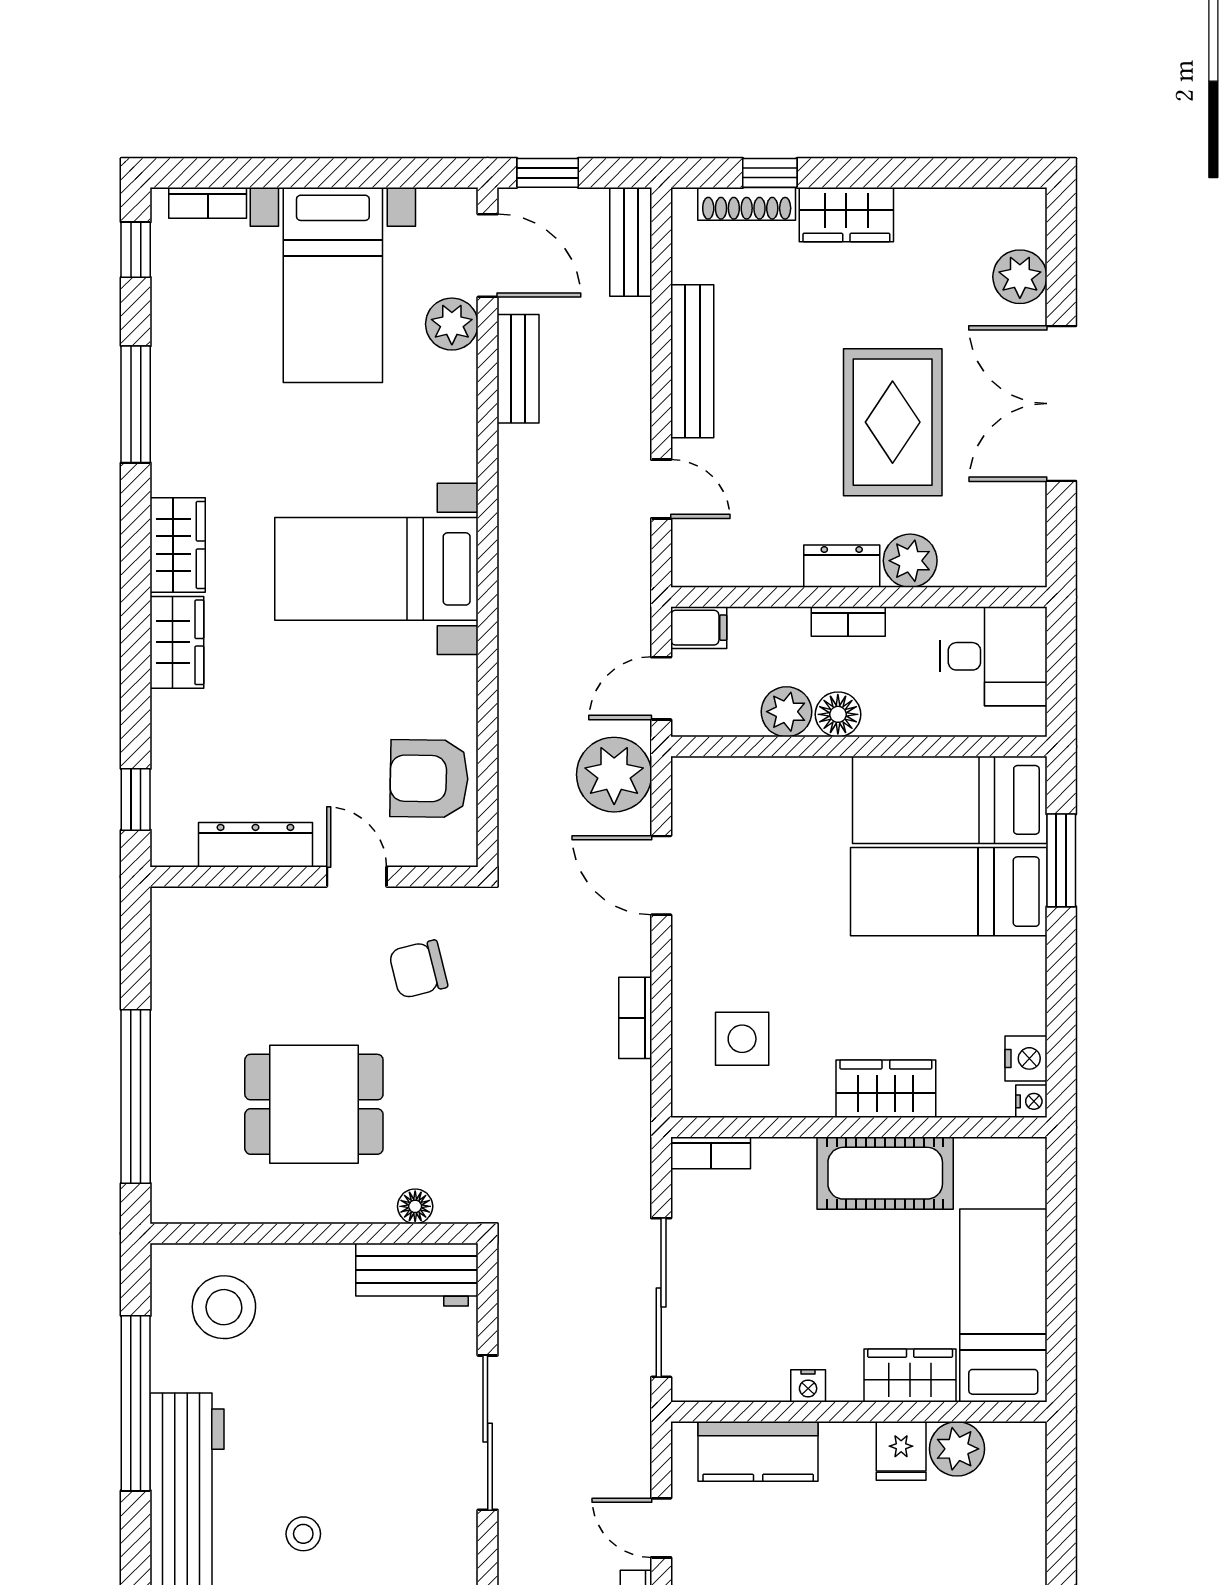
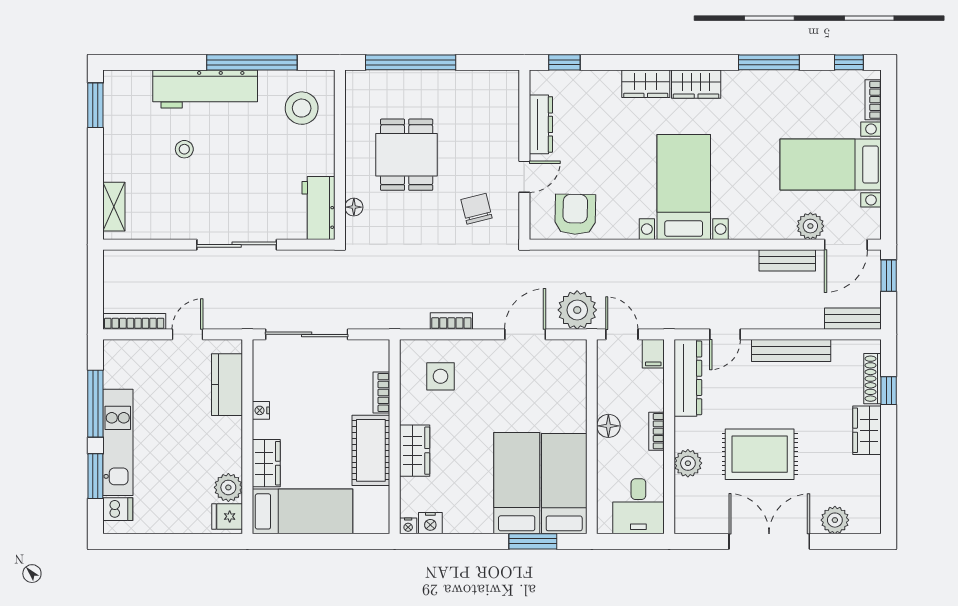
dresser: (842, 566) -> (688, 378), moved, width x1.96, depth x1.24
plant: (786, 712) -> (610, 399), removed
bookcase: (711, 1153) -> (381, 392), moved
fridge: (901, 1451) -> (227, 516), moved

